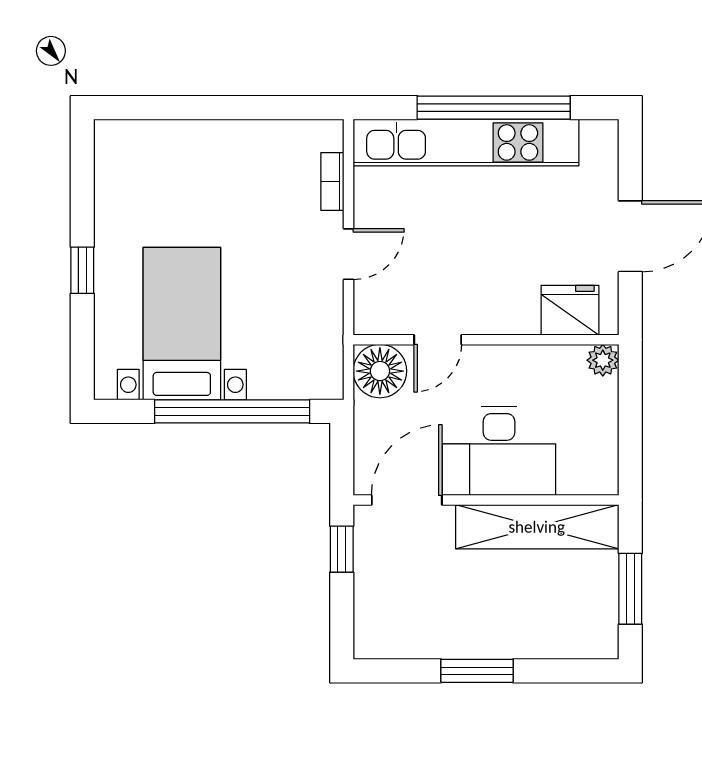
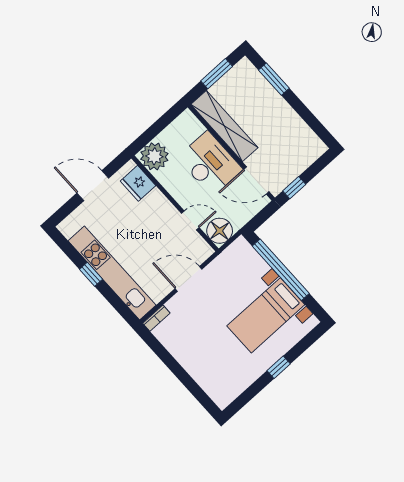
window: (494, 108) -> (91, 274), width x0.32
bookcase: (332, 181) -> (156, 318), moved
door: (349, 254) -> (188, 279), width x1.38
plant: (603, 360) -> (154, 156), width x1.87, depth x1.87
window: (477, 671) -> (274, 79), moved

